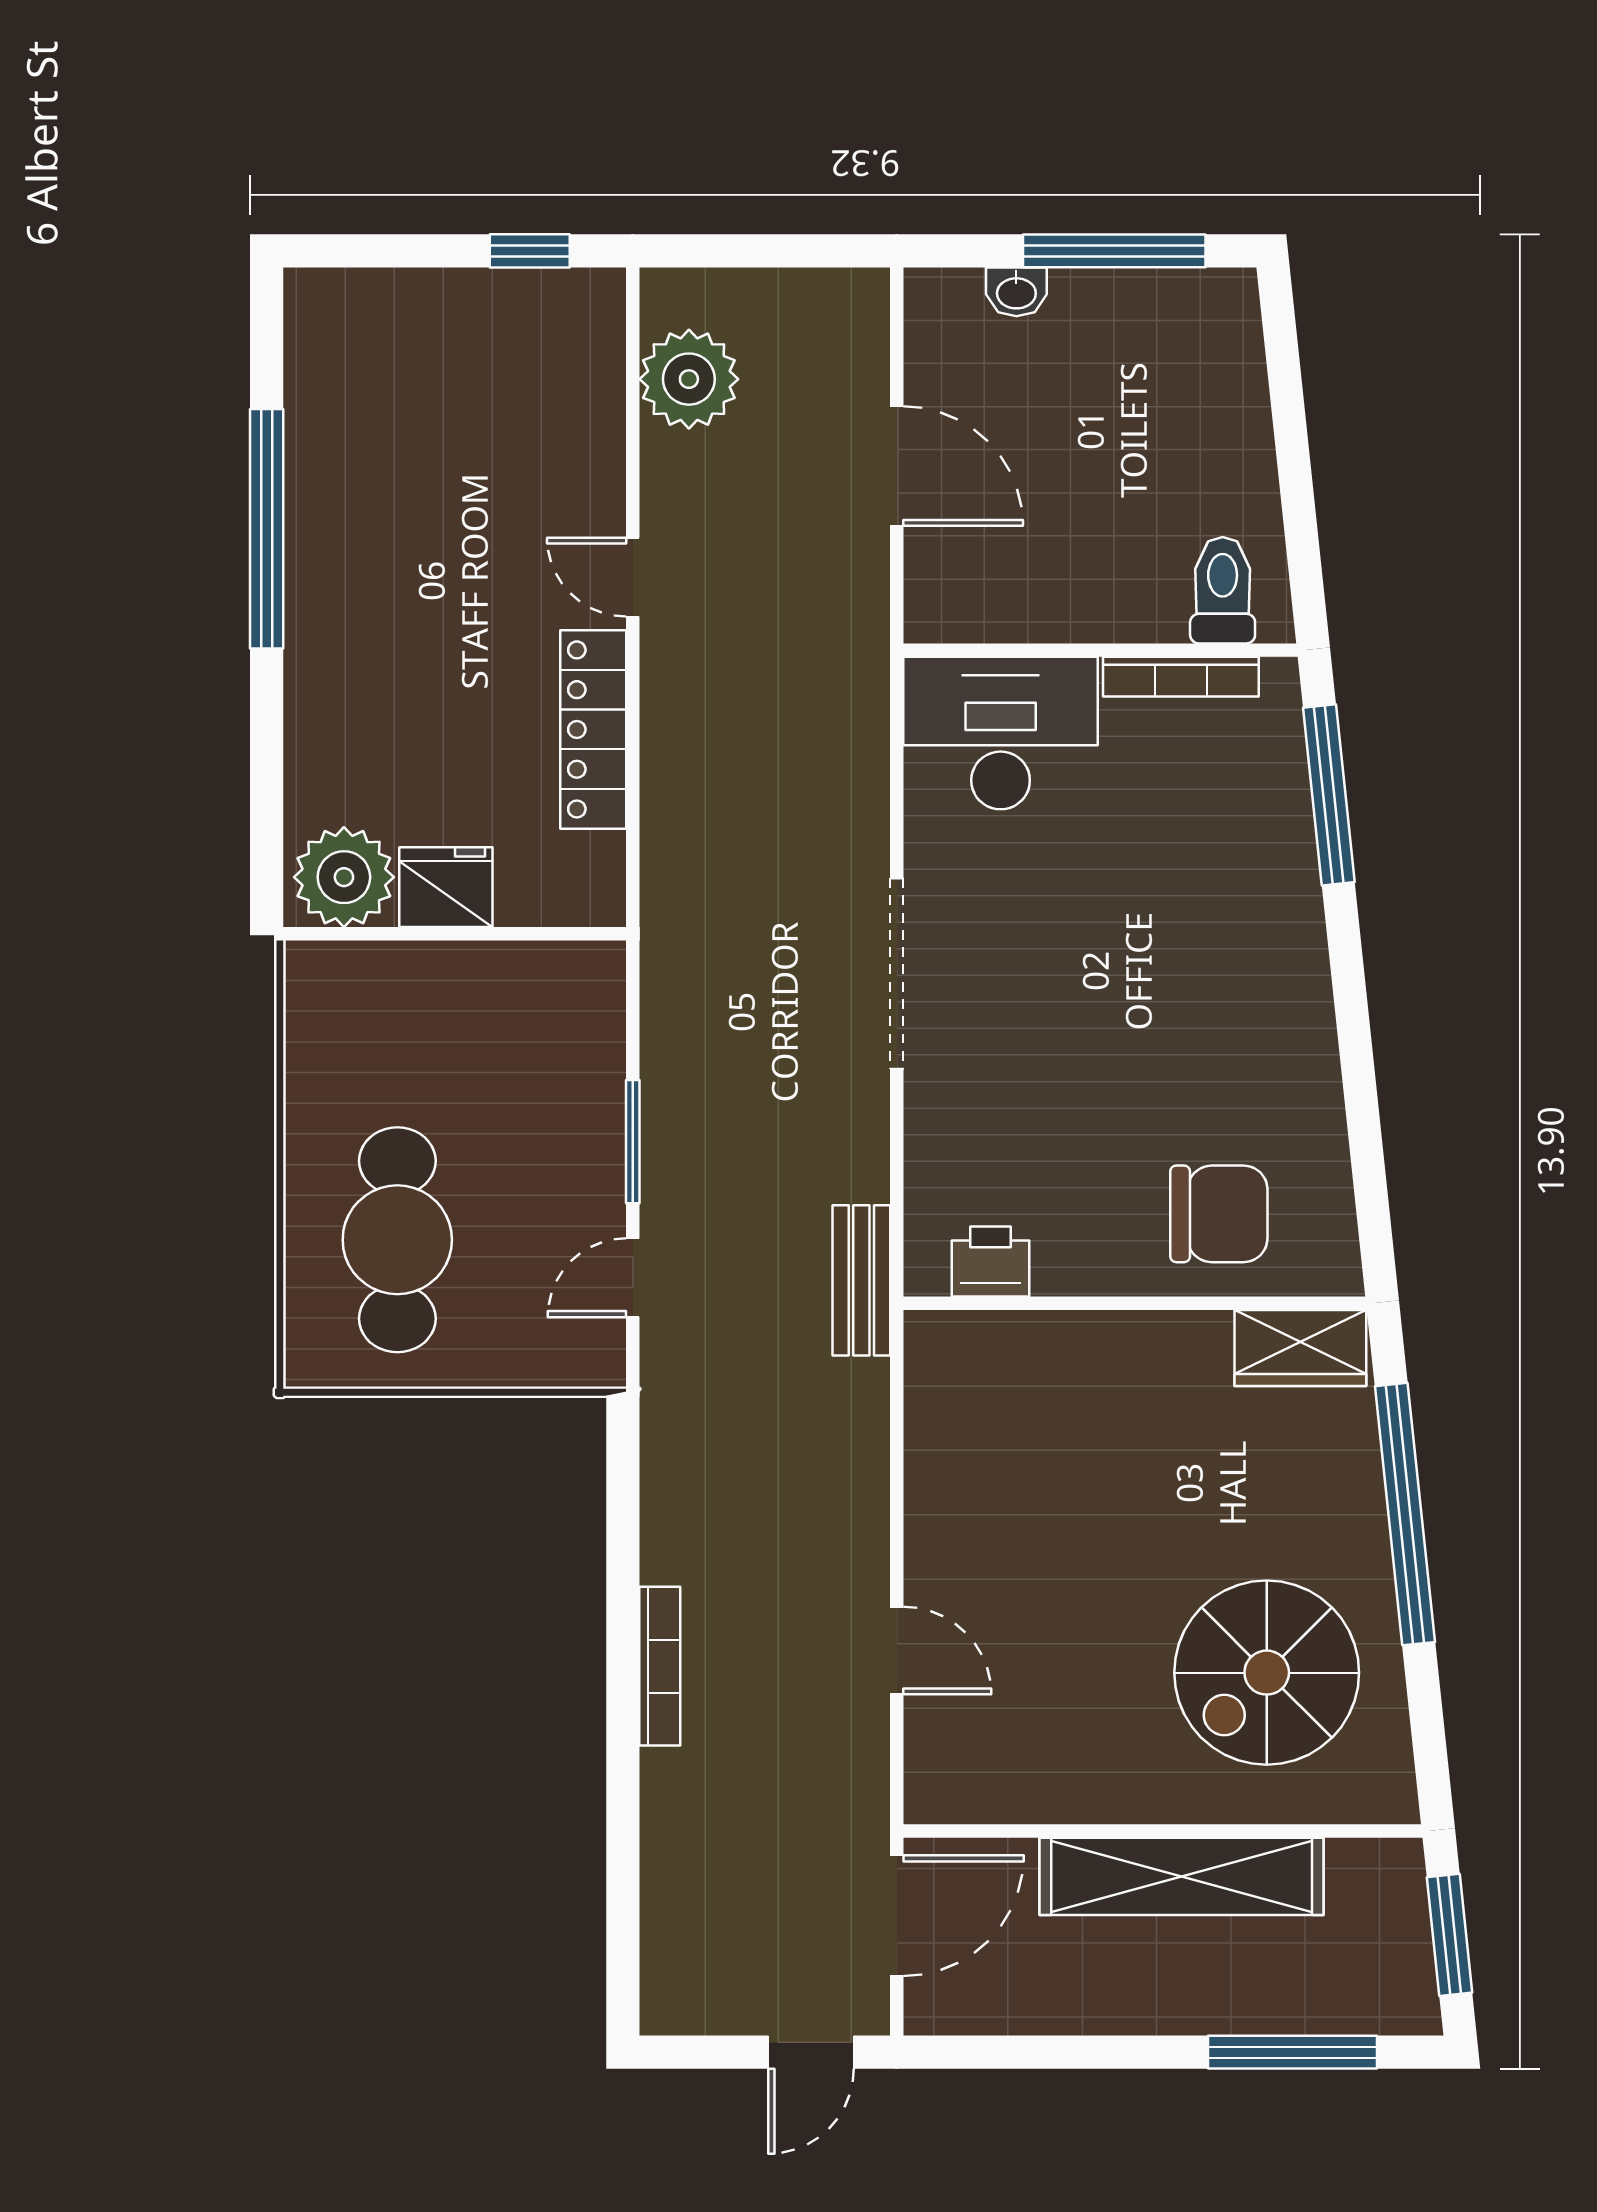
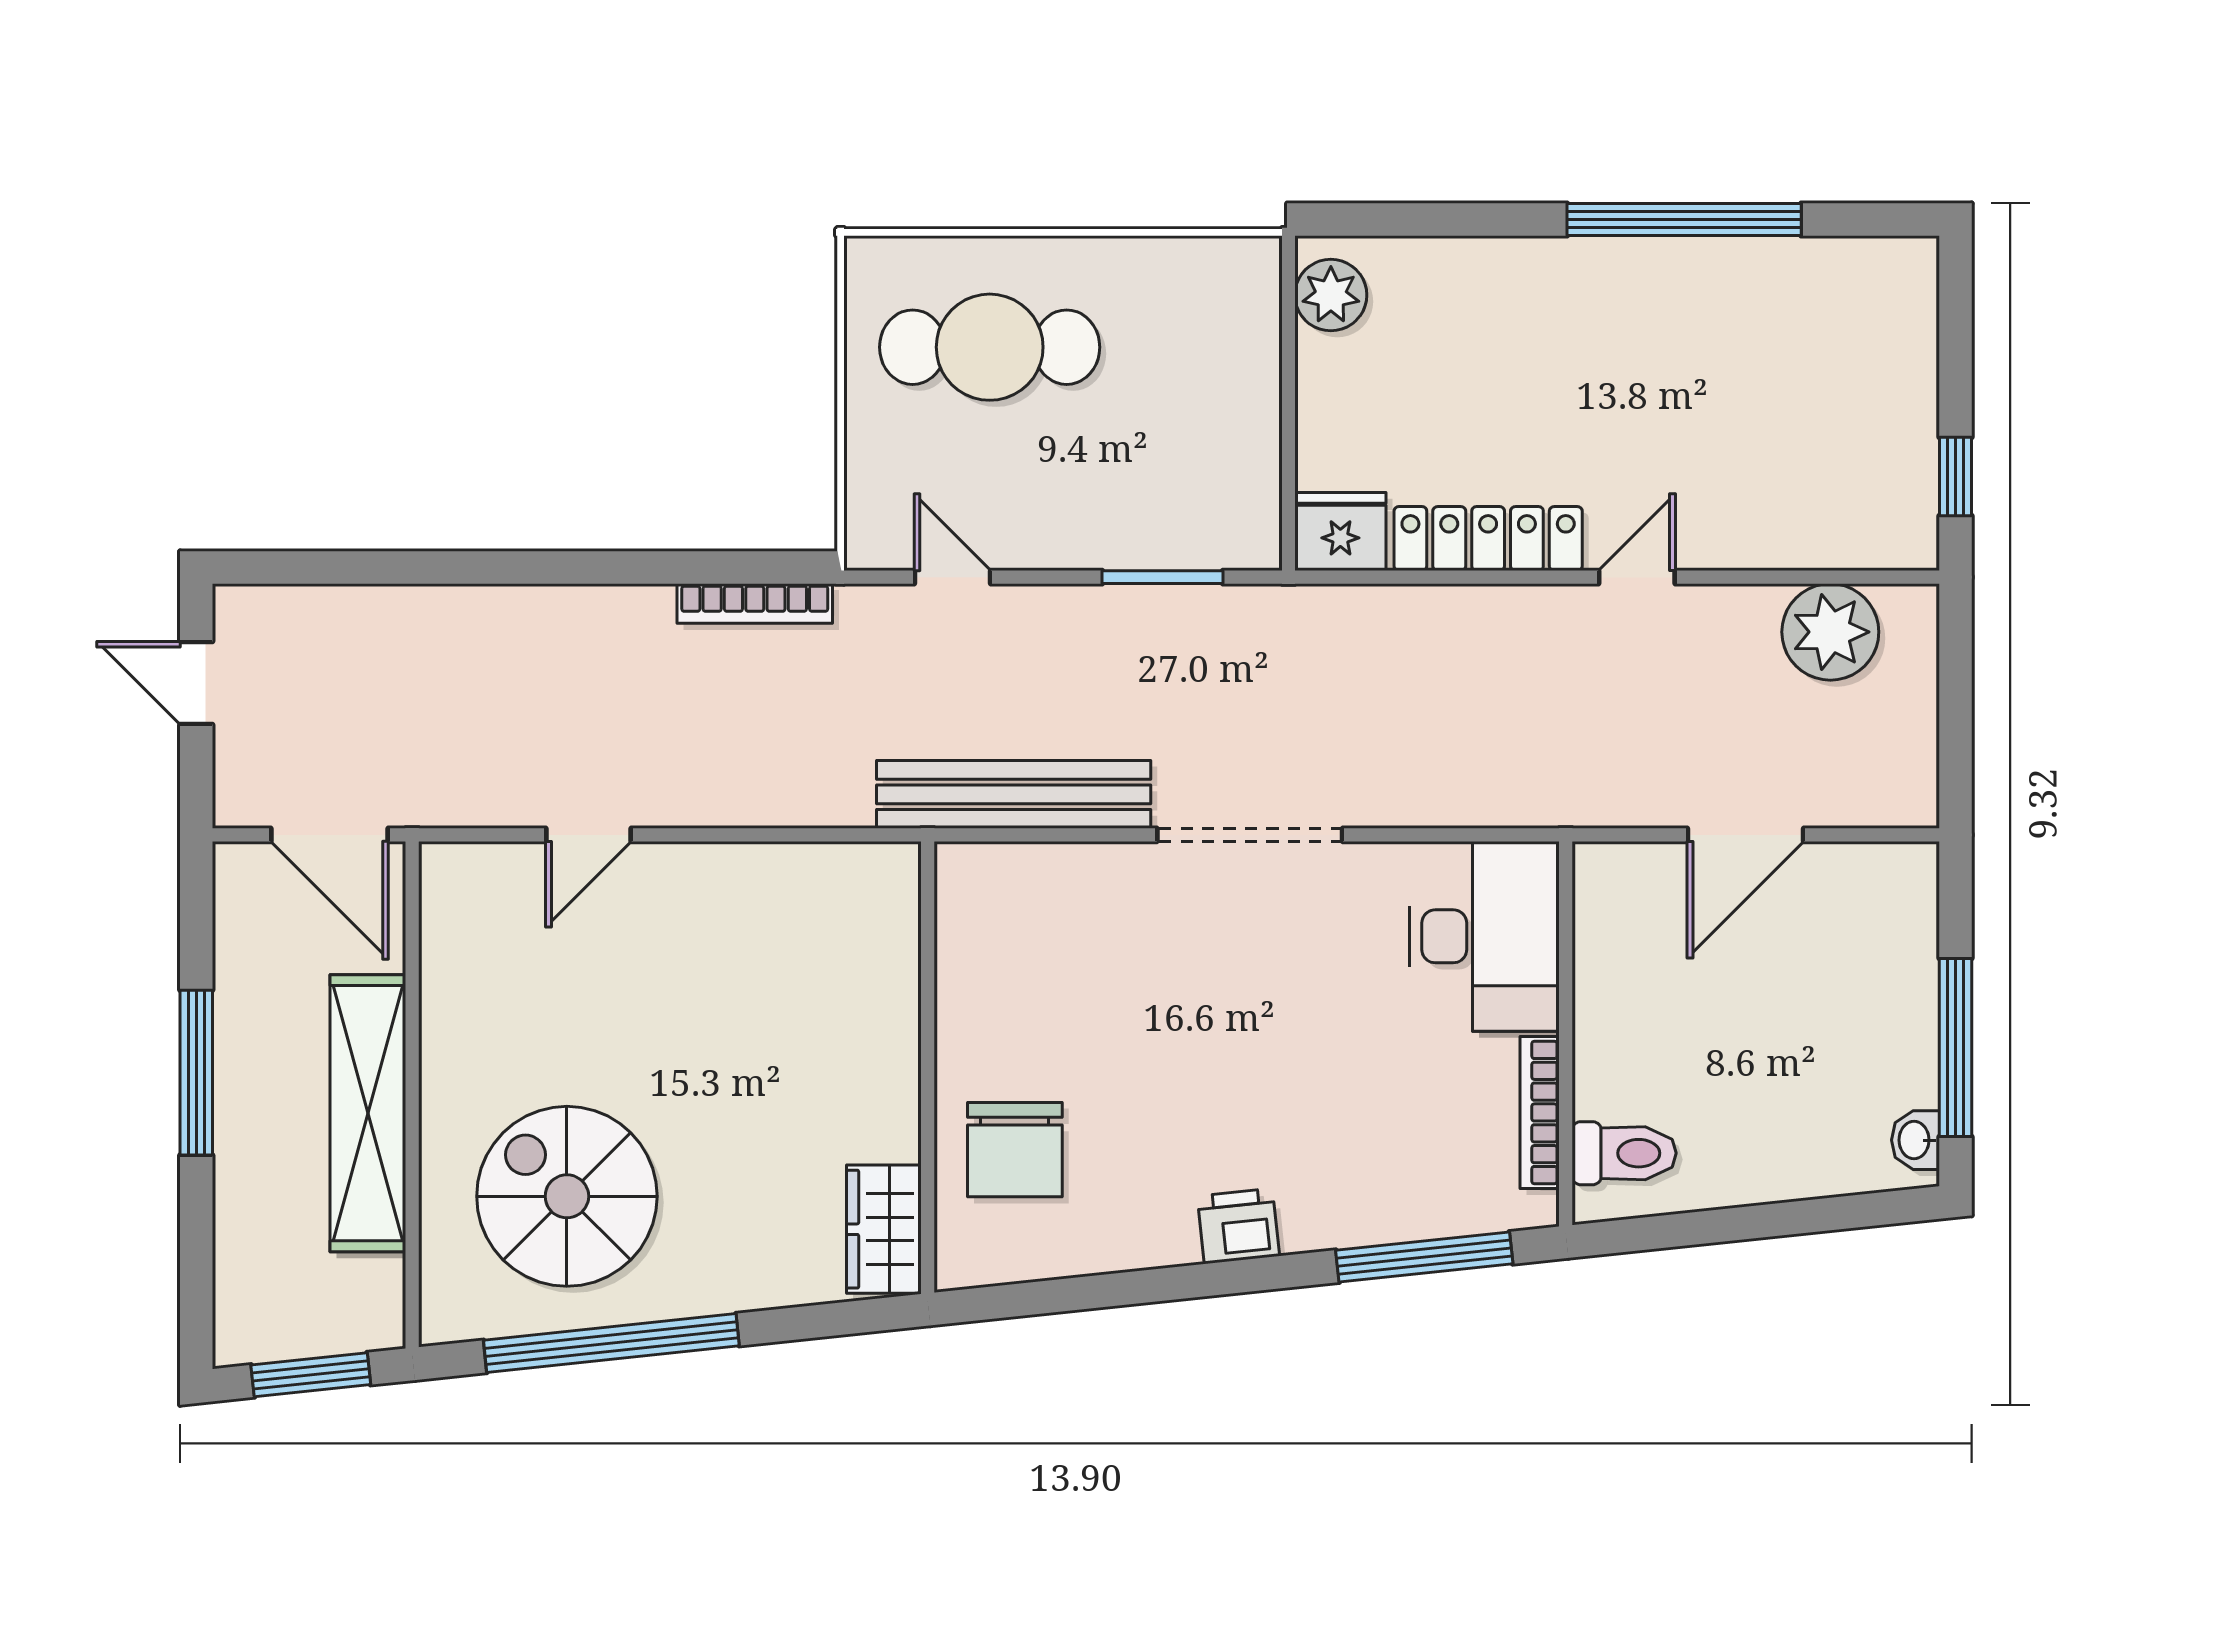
washbasin: (1016, 292) -> (1915, 1140), moved
plant: (344, 877) -> (1331, 295), width x0.73, depth x0.73
fridge: (446, 887) -> (1340, 532), moved, turned -90
window: (633, 1142) -> (1162, 577), moved
printer: (991, 1262) -> (1238, 1226), moved, turned -96
bench: (861, 1280) -> (1014, 794), width x1.86, depth x1.21
window: (1405, 1514) -> (611, 1343), moved
bookcase: (660, 1666) -> (755, 604), moved
door: (811, 2052) -> (196, 683), moved
window: (1293, 2052) -> (196, 1073), moved

